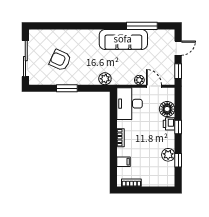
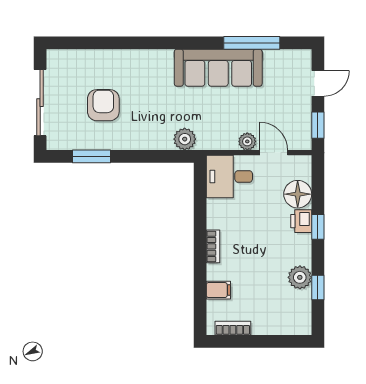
armchair: (60, 60) -> (103, 105), turned 66
window: (67, 88) -> (92, 156), moved
desk: (129, 104) -> (229, 176), width x0.73

